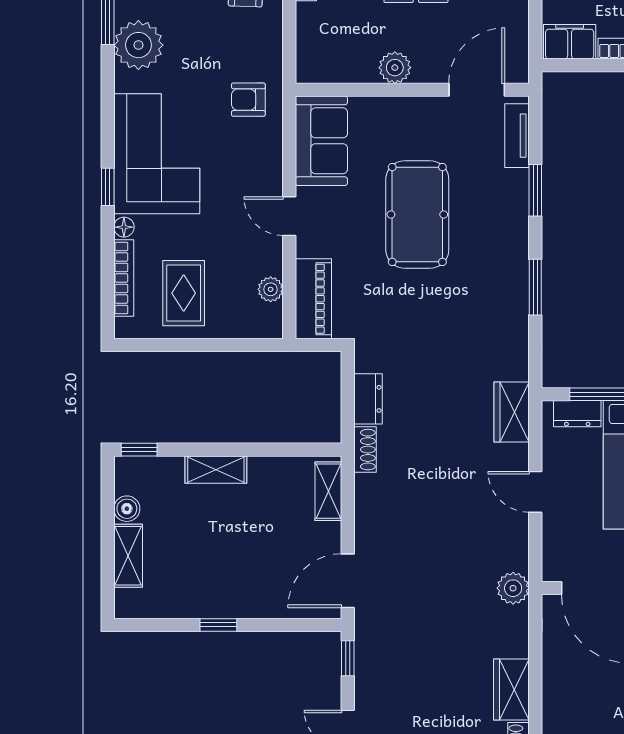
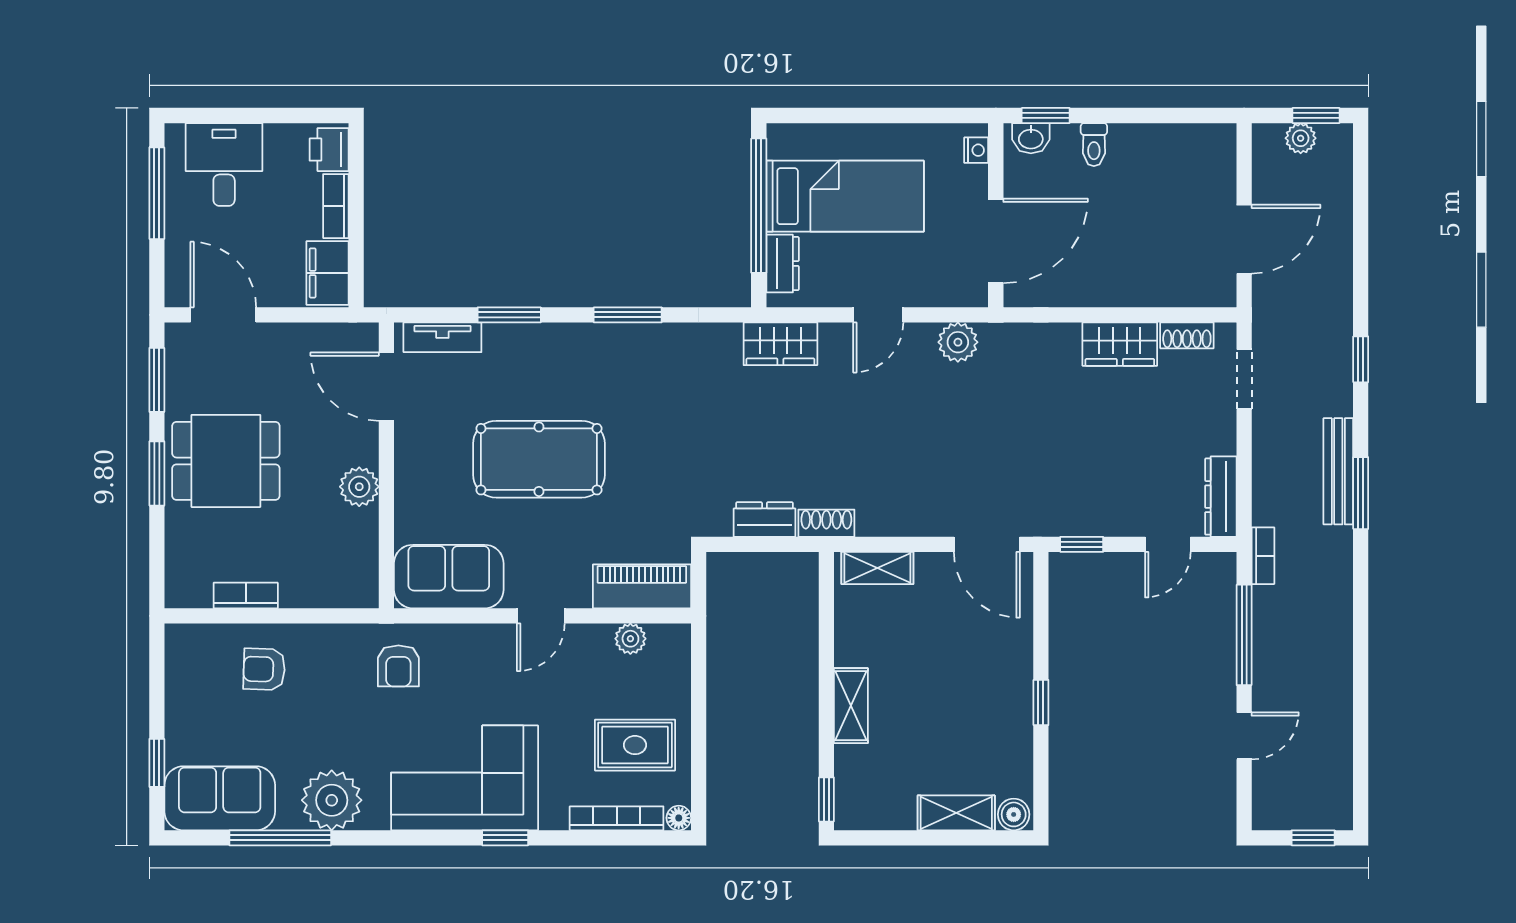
floor lamp: (124, 227) -> (679, 818), moved
boiler: (127, 509) -> (1014, 814), moved
plant: (513, 588) -> (958, 342), moved

